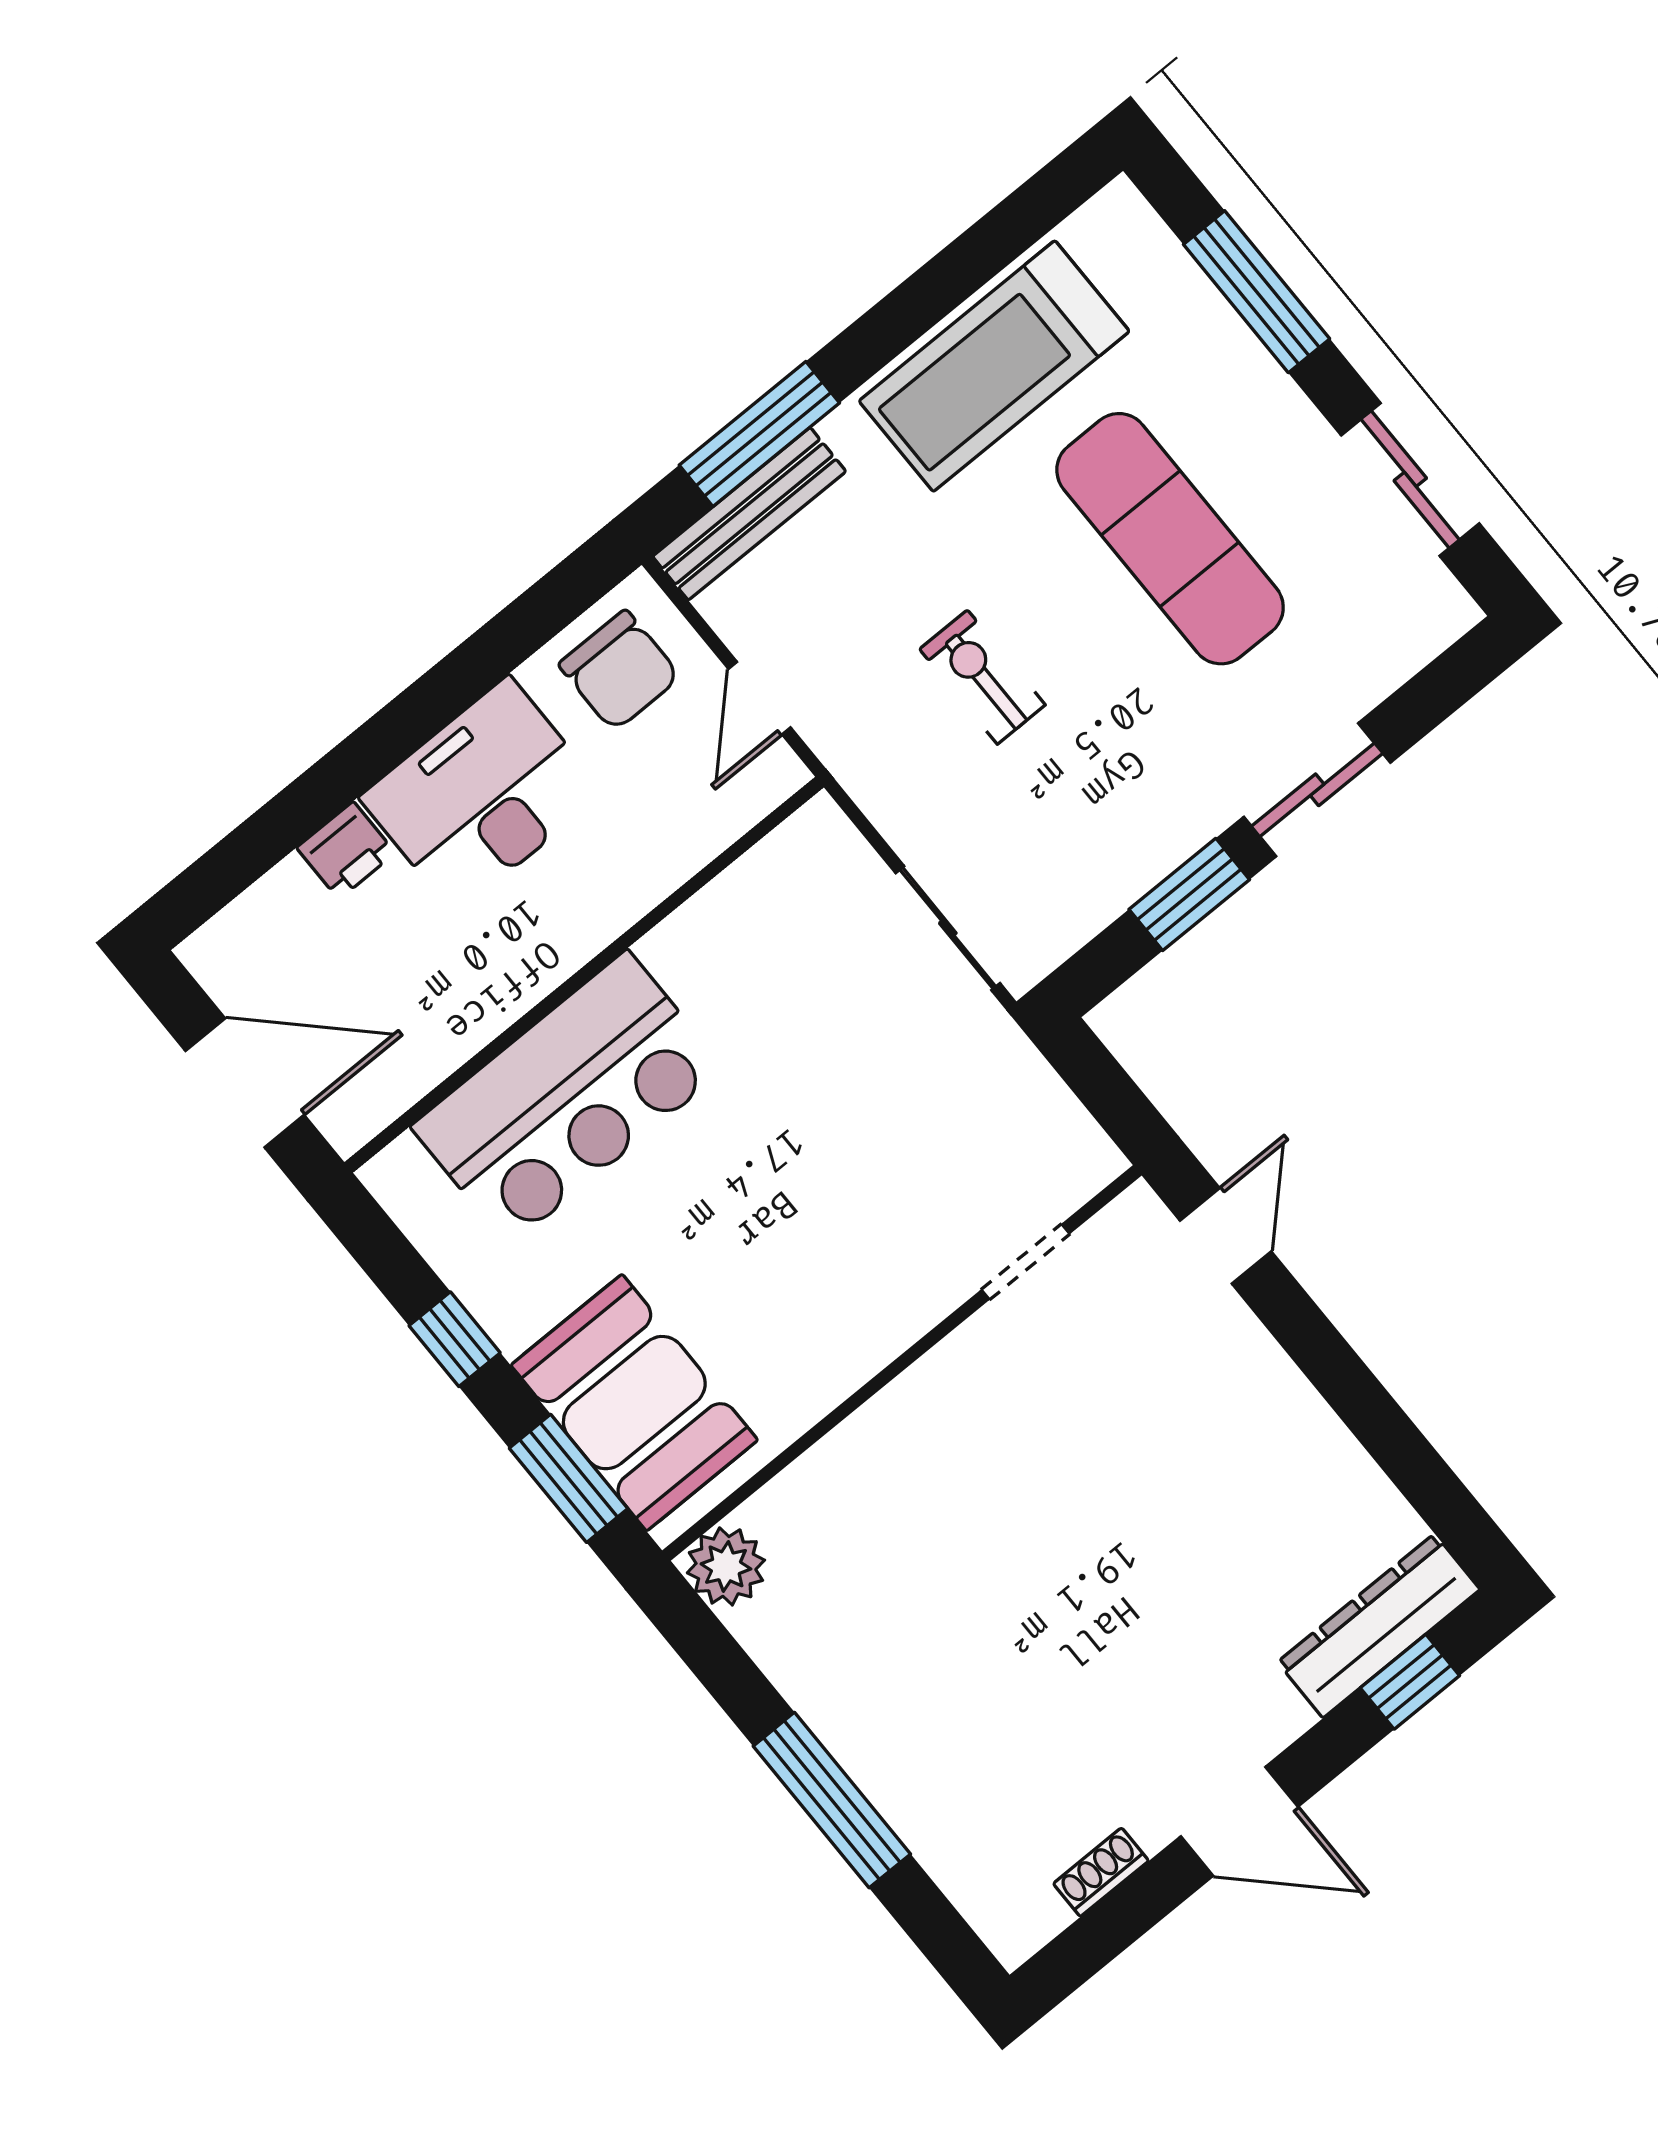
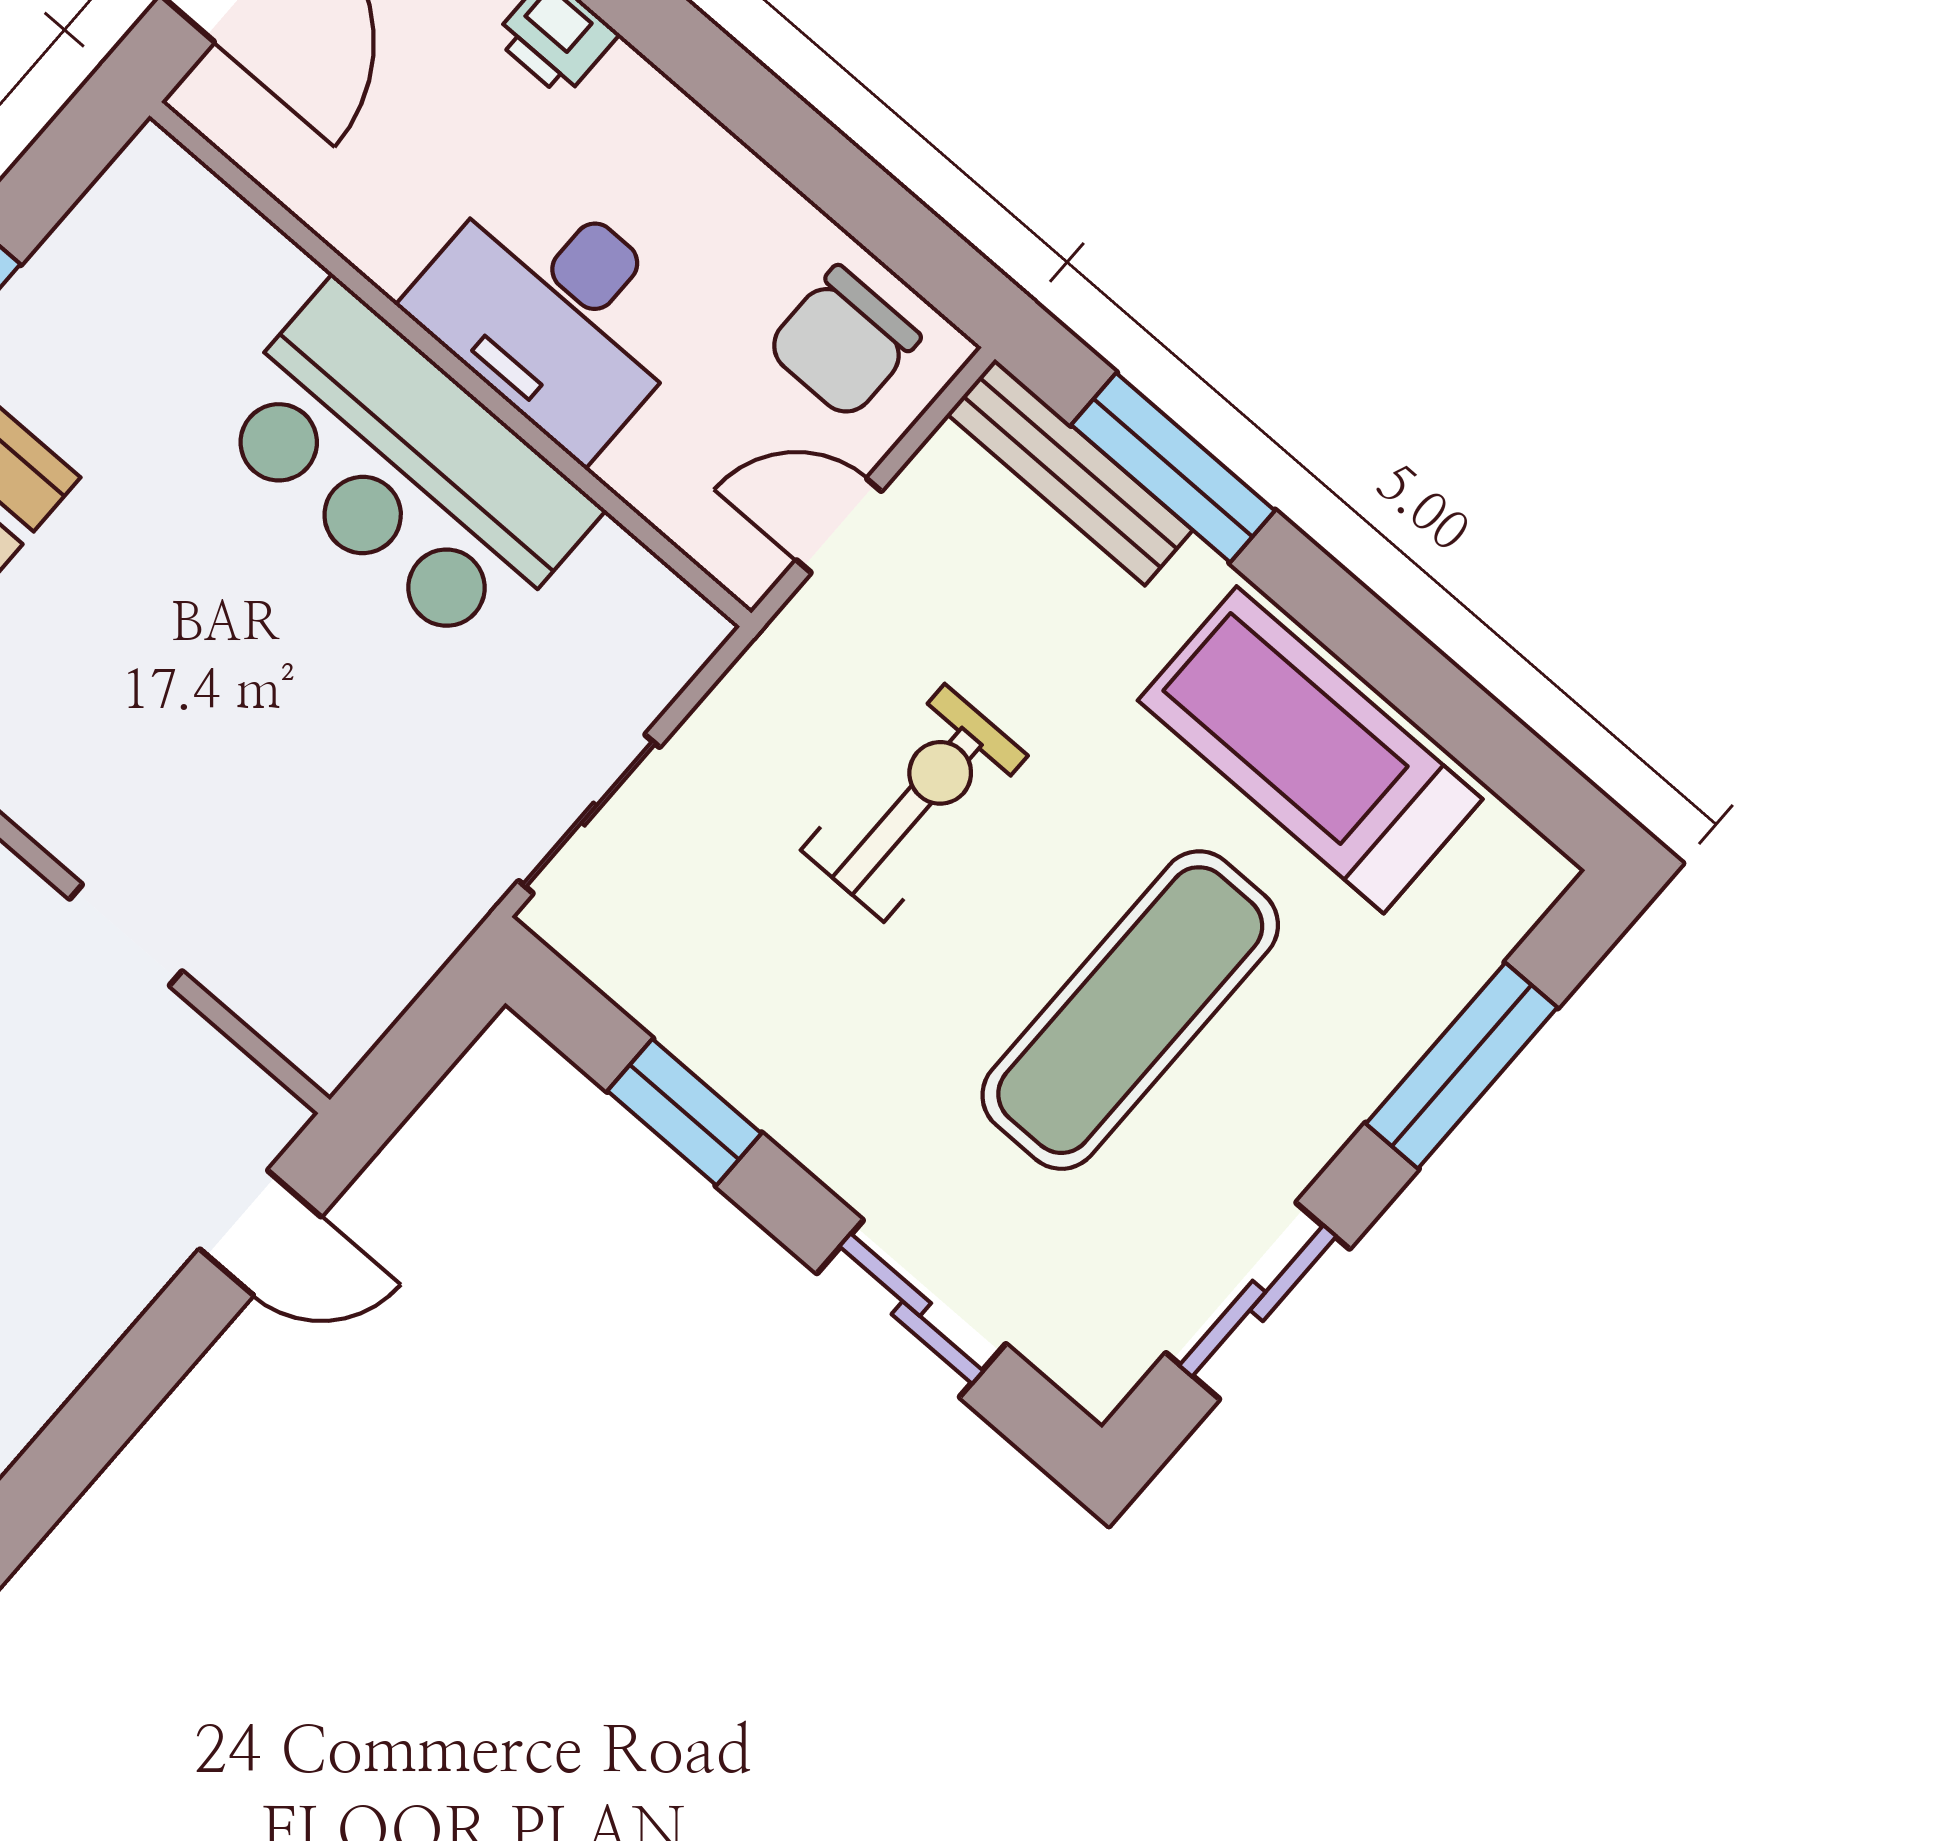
exercise bike: (982, 677) -> (914, 803), width x1.38, depth x1.39
sliding door: (1317, 790) -> (911, 1309), moved
desk: (482, 795) -> (555, 313), moved, turned 180
bar counter: (568, 1098) -> (403, 468), moved
doorway: (1026, 1262) -> (126, 935), moved

